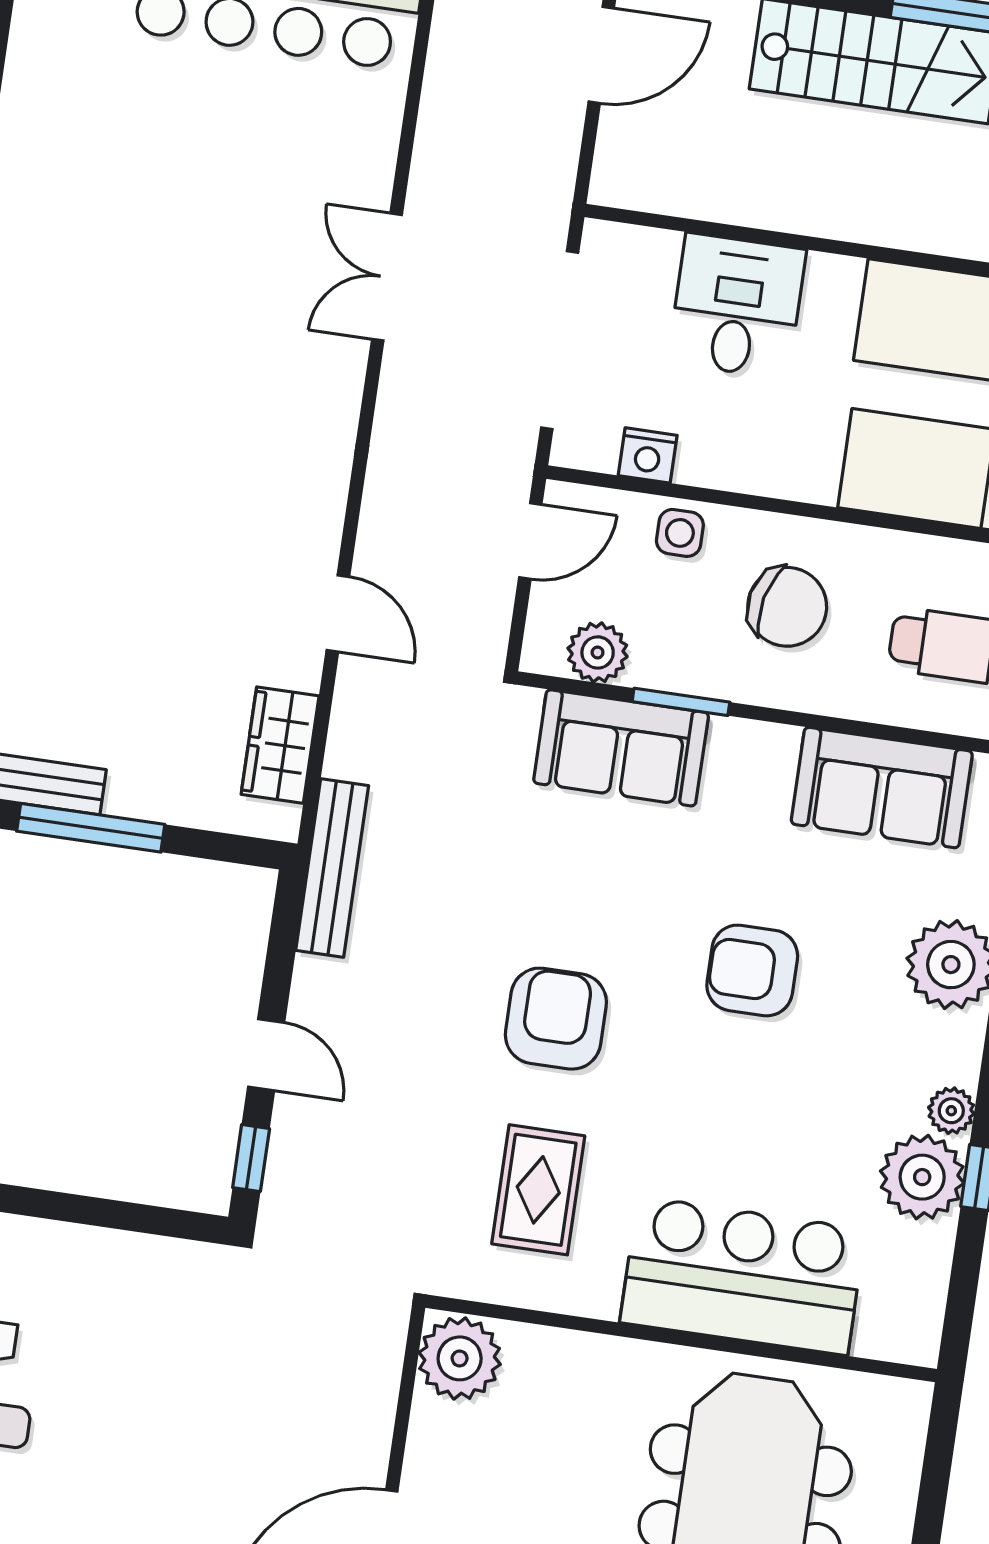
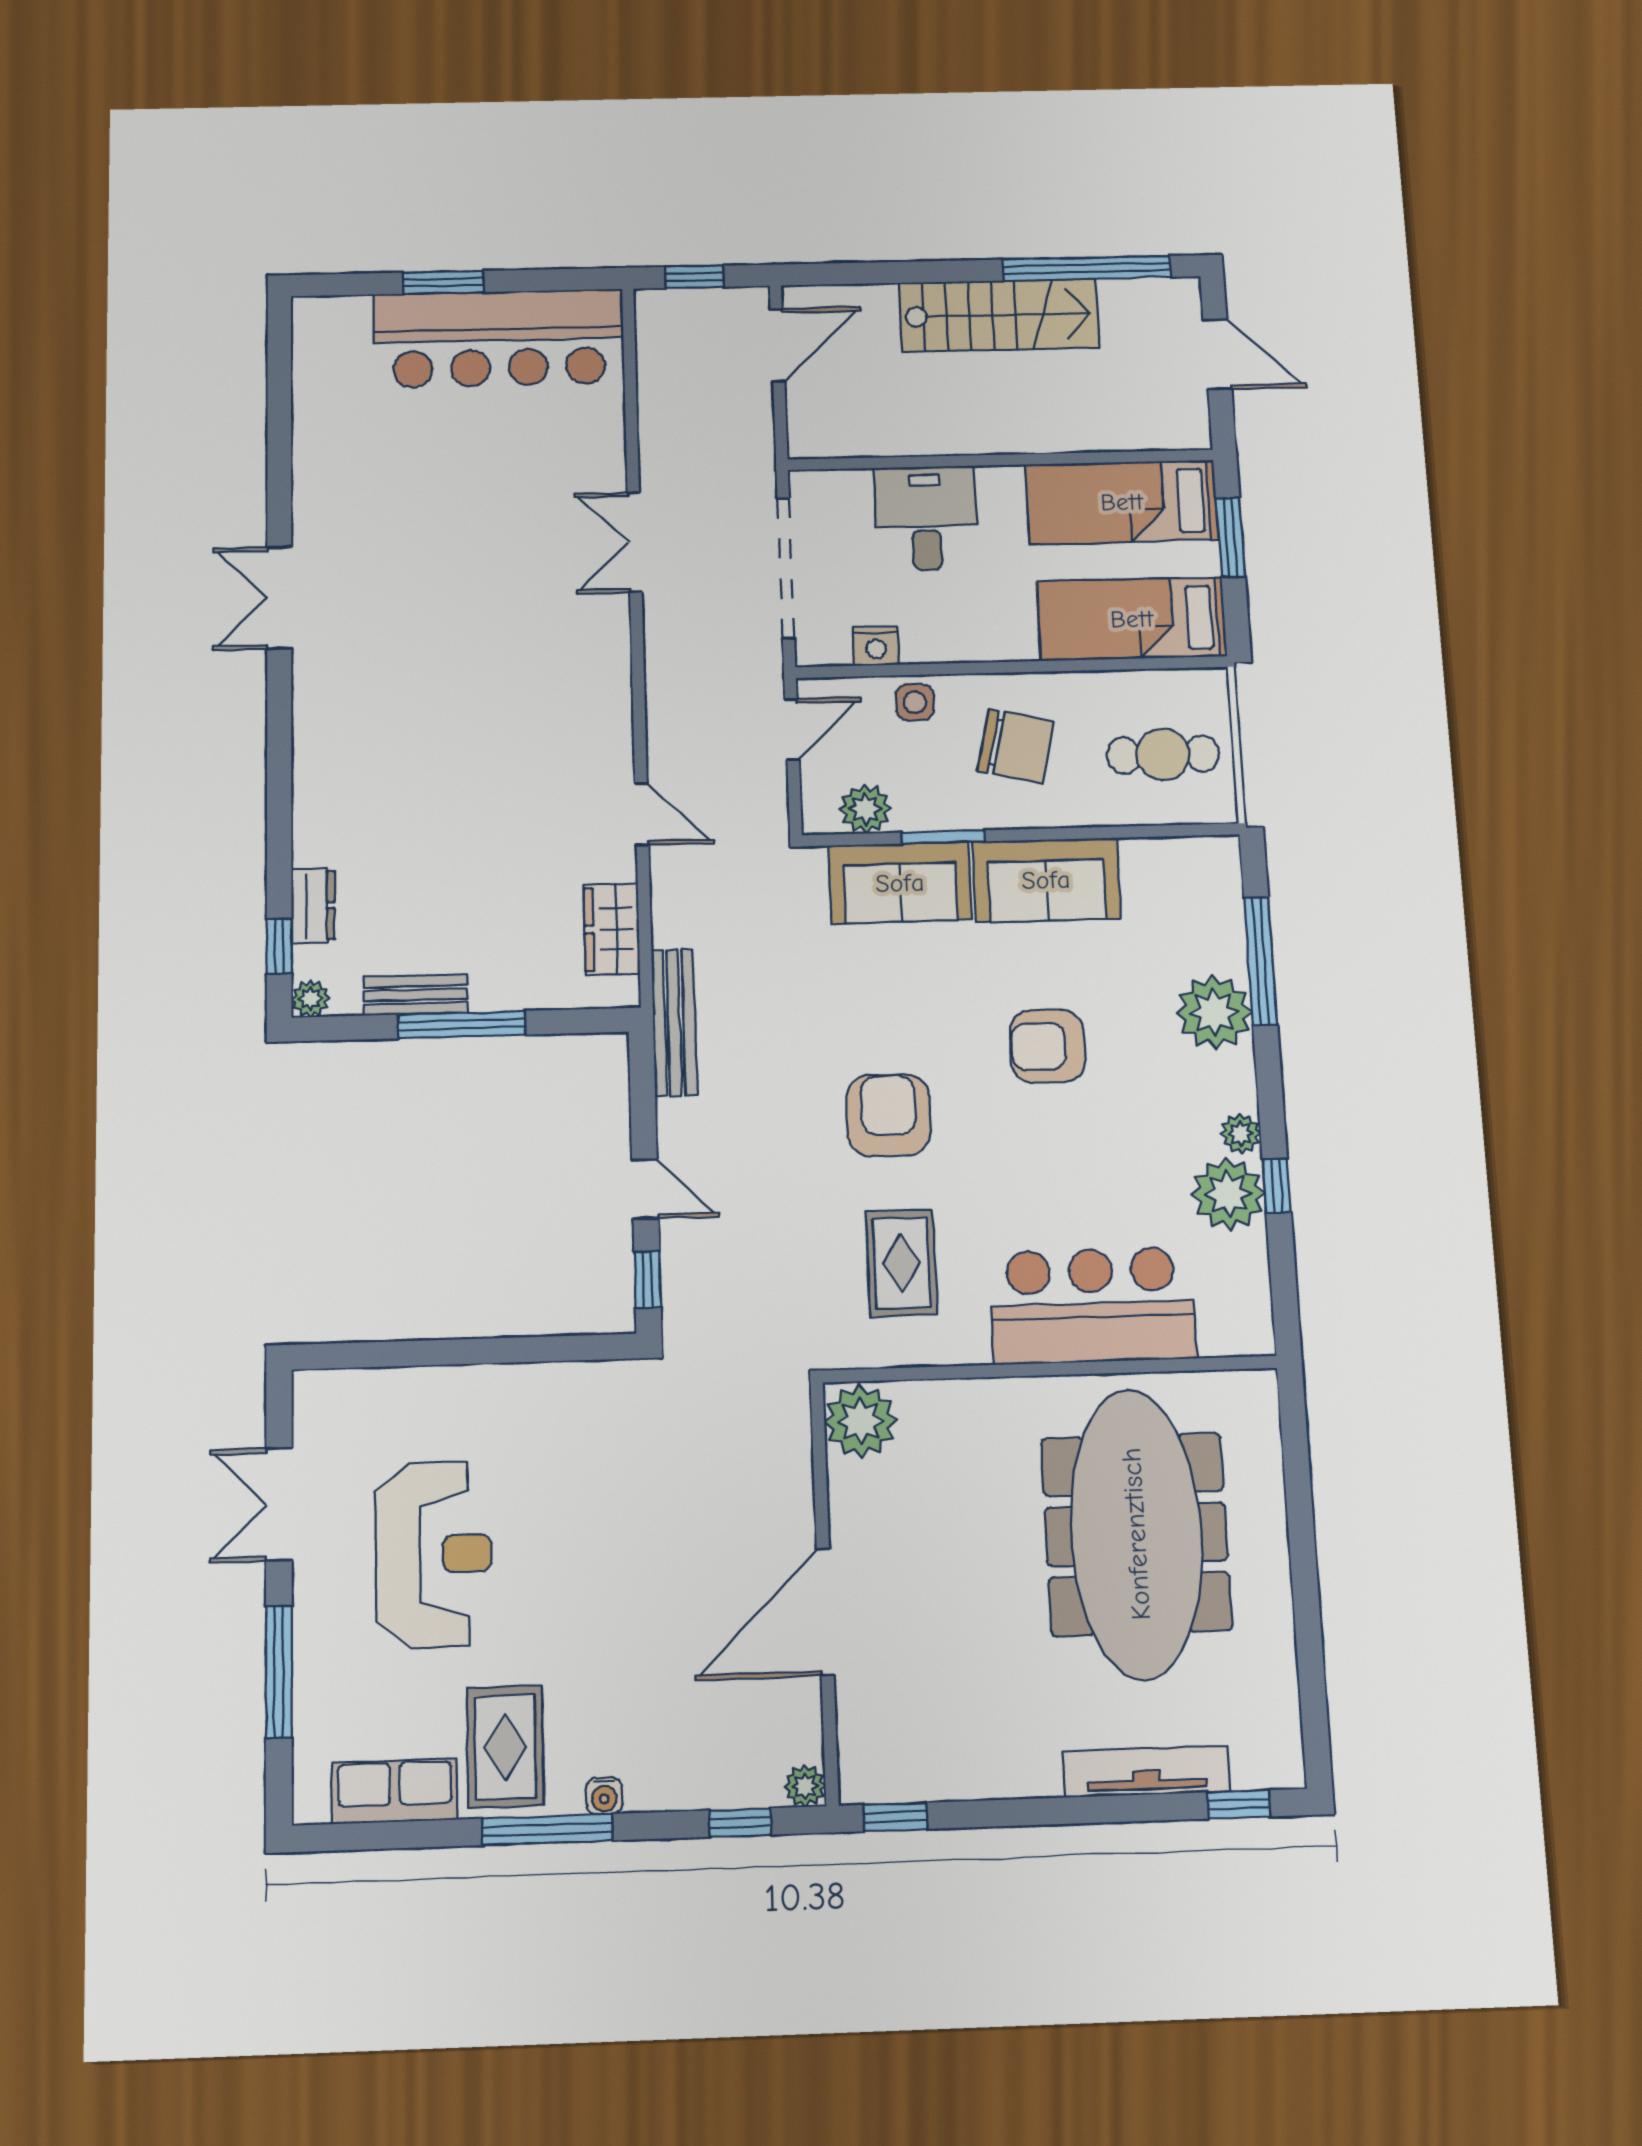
sofa: (882, 788) -> (1046, 880), moved

